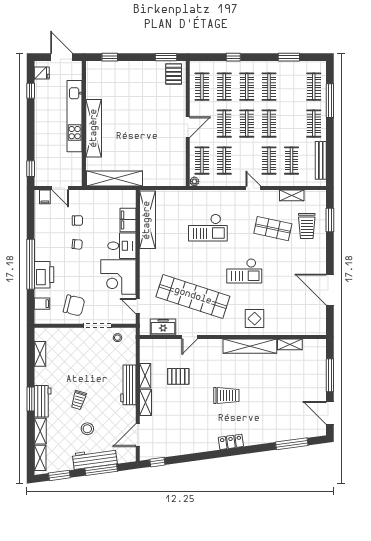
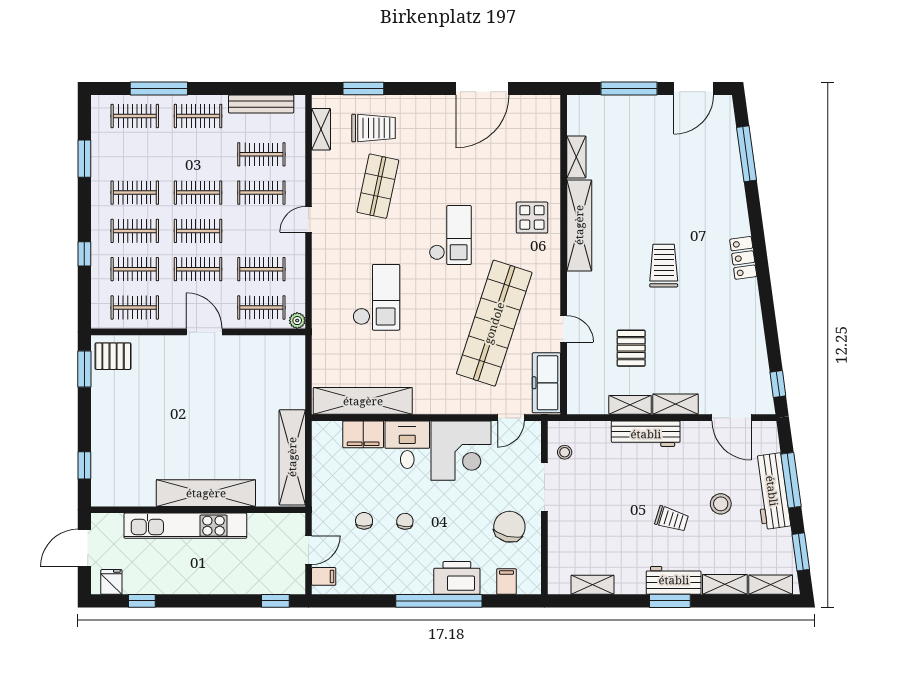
shelving: (292, 195) -> (321, 129), moved
freezer: (163, 327) -> (546, 383), width x1.40

